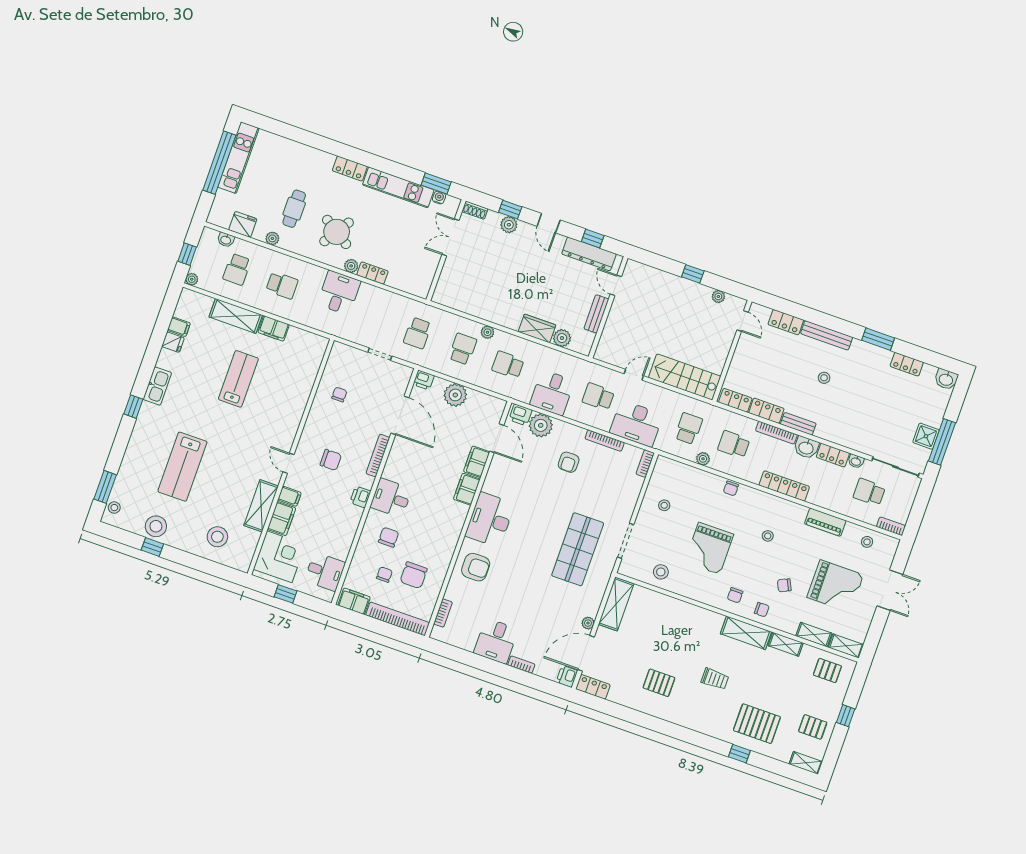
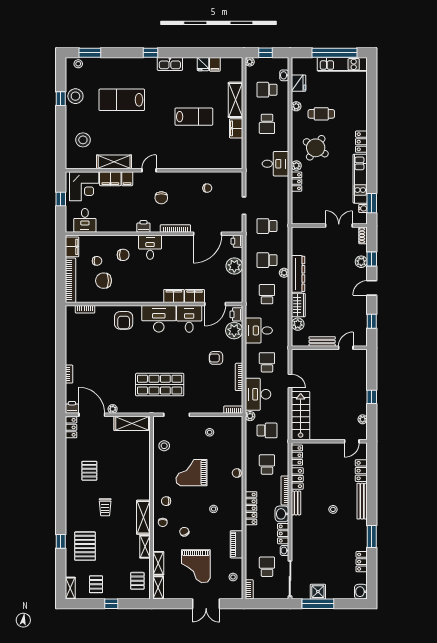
dresser: (589, 254) -> (298, 274), moved, turned 180
school desk: (463, 349) -> (267, 260), turned 180
plant: (703, 459) -> (250, 416), moved
desk: (496, 641) -> (189, 319), moved, turned 90

